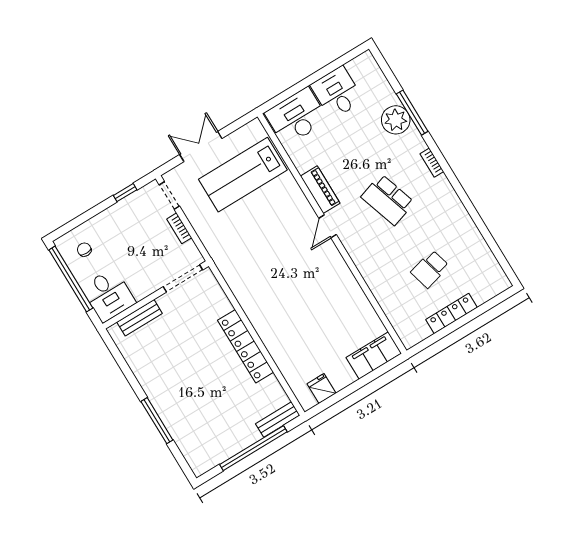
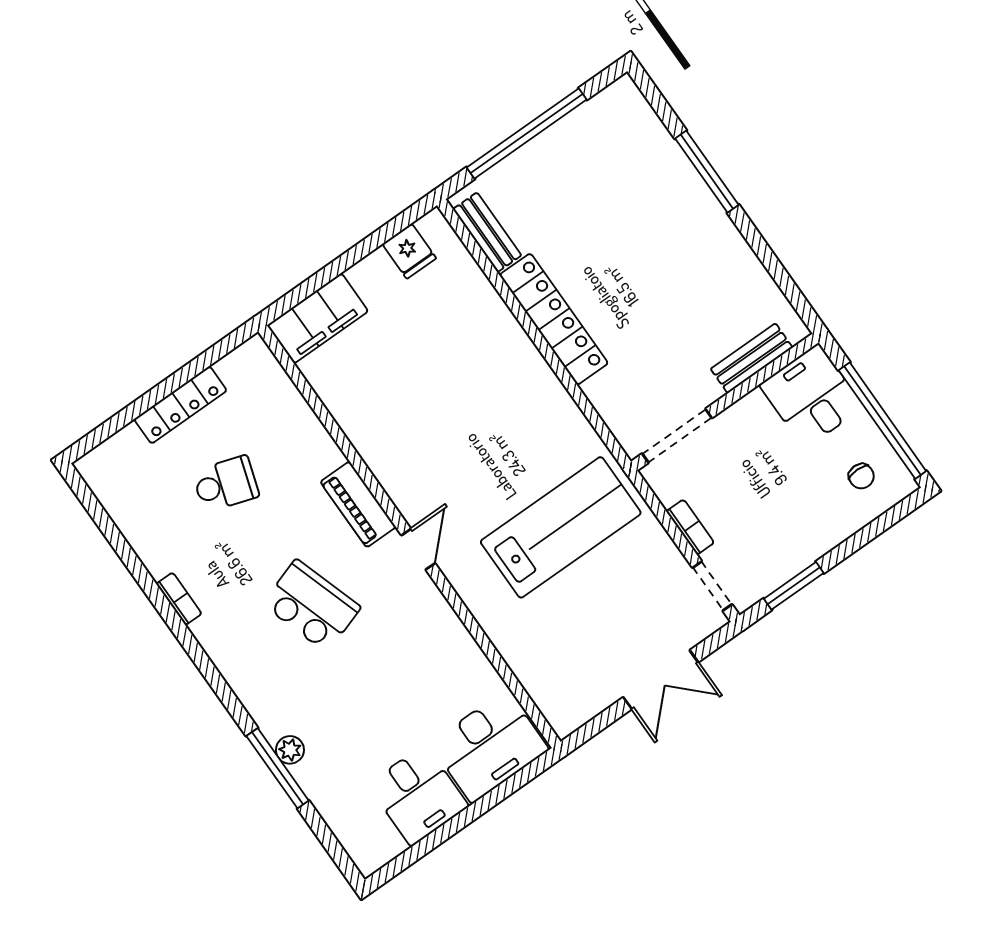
plant: (396, 120) -> (290, 750), width x0.53, depth x0.53
bookcase: (432, 163) -> (179, 599), moved
lab bench: (243, 175) -> (561, 527), moved
piano: (320, 190) -> (358, 504), moved
window: (125, 193) -> (794, 586), width x1.50
school desk: (430, 269) -> (226, 484), turned 33
bench: (278, 420) -> (487, 232), moved, turned 90

